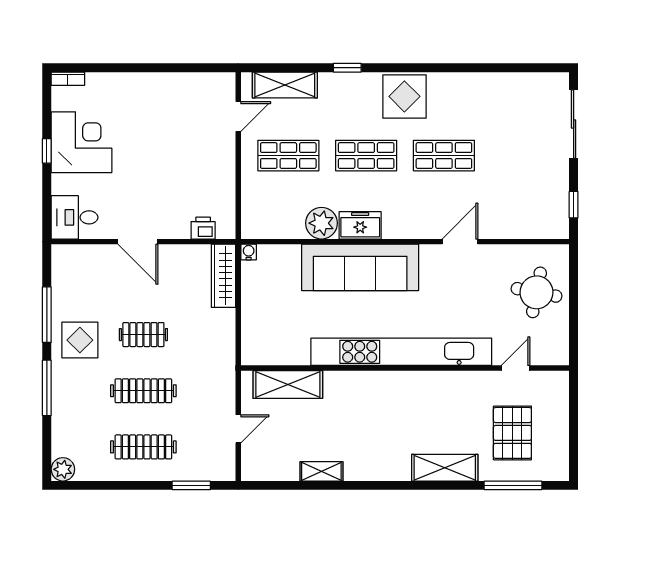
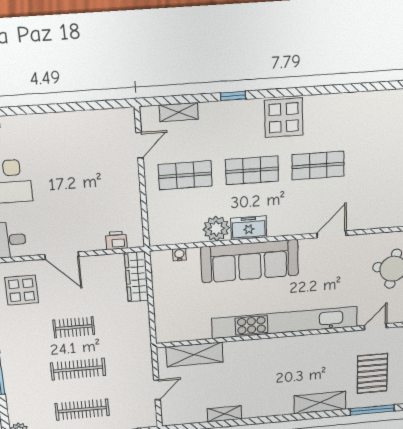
shelving: (285, 85) -> (179, 112), width x0.67, depth x0.75
water cooler: (249, 252) -> (179, 255), moved
display table: (80, 340) -> (22, 290), moved

